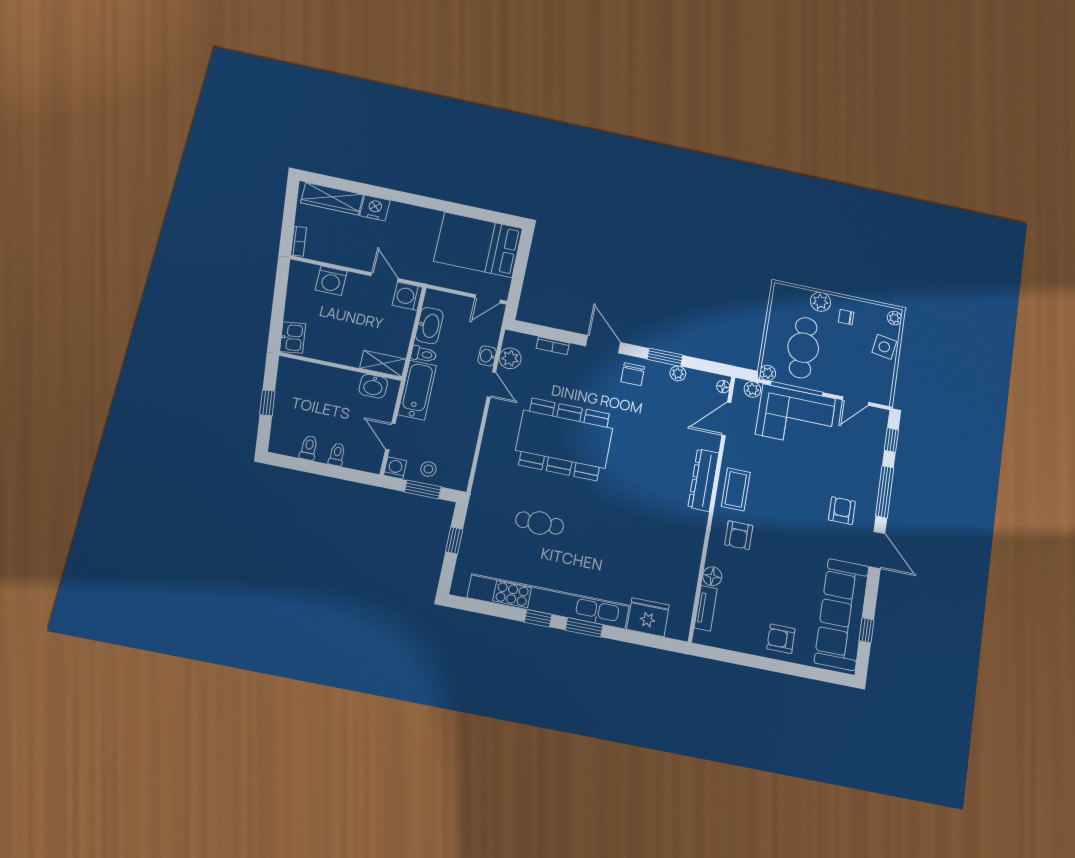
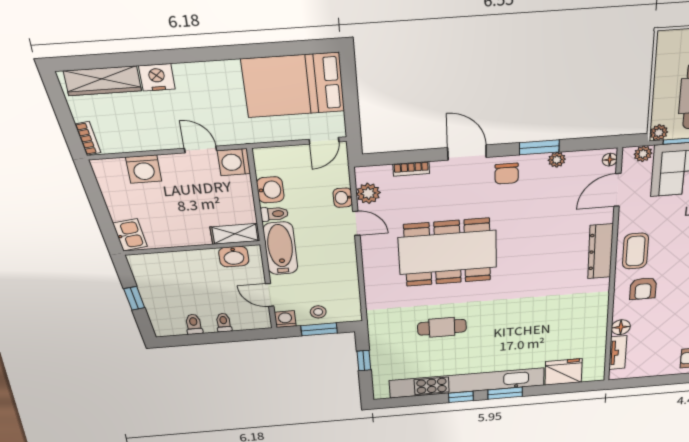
washbasin: (429, 326) -> (270, 190), width x0.72

